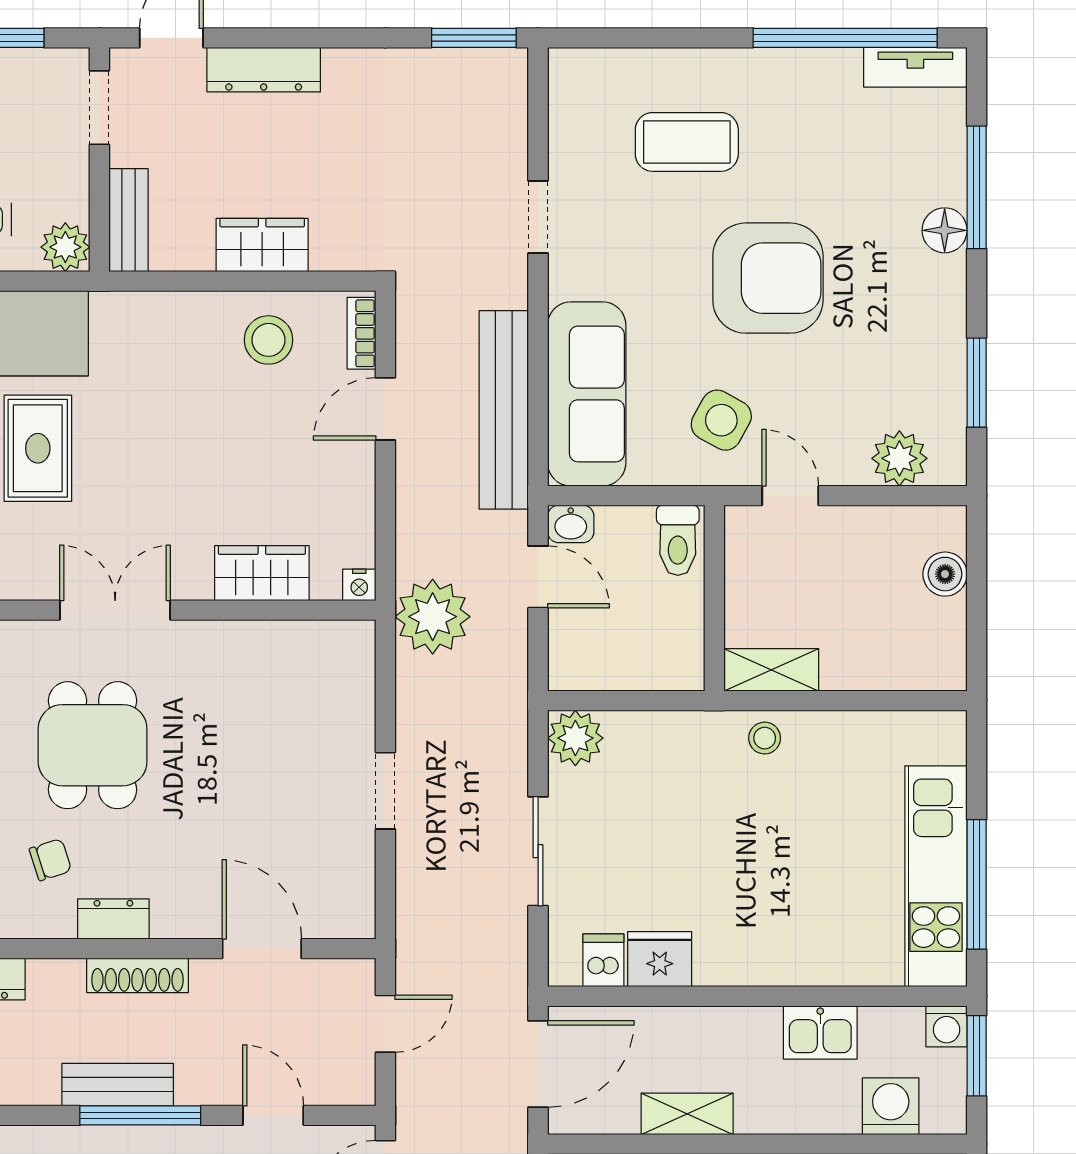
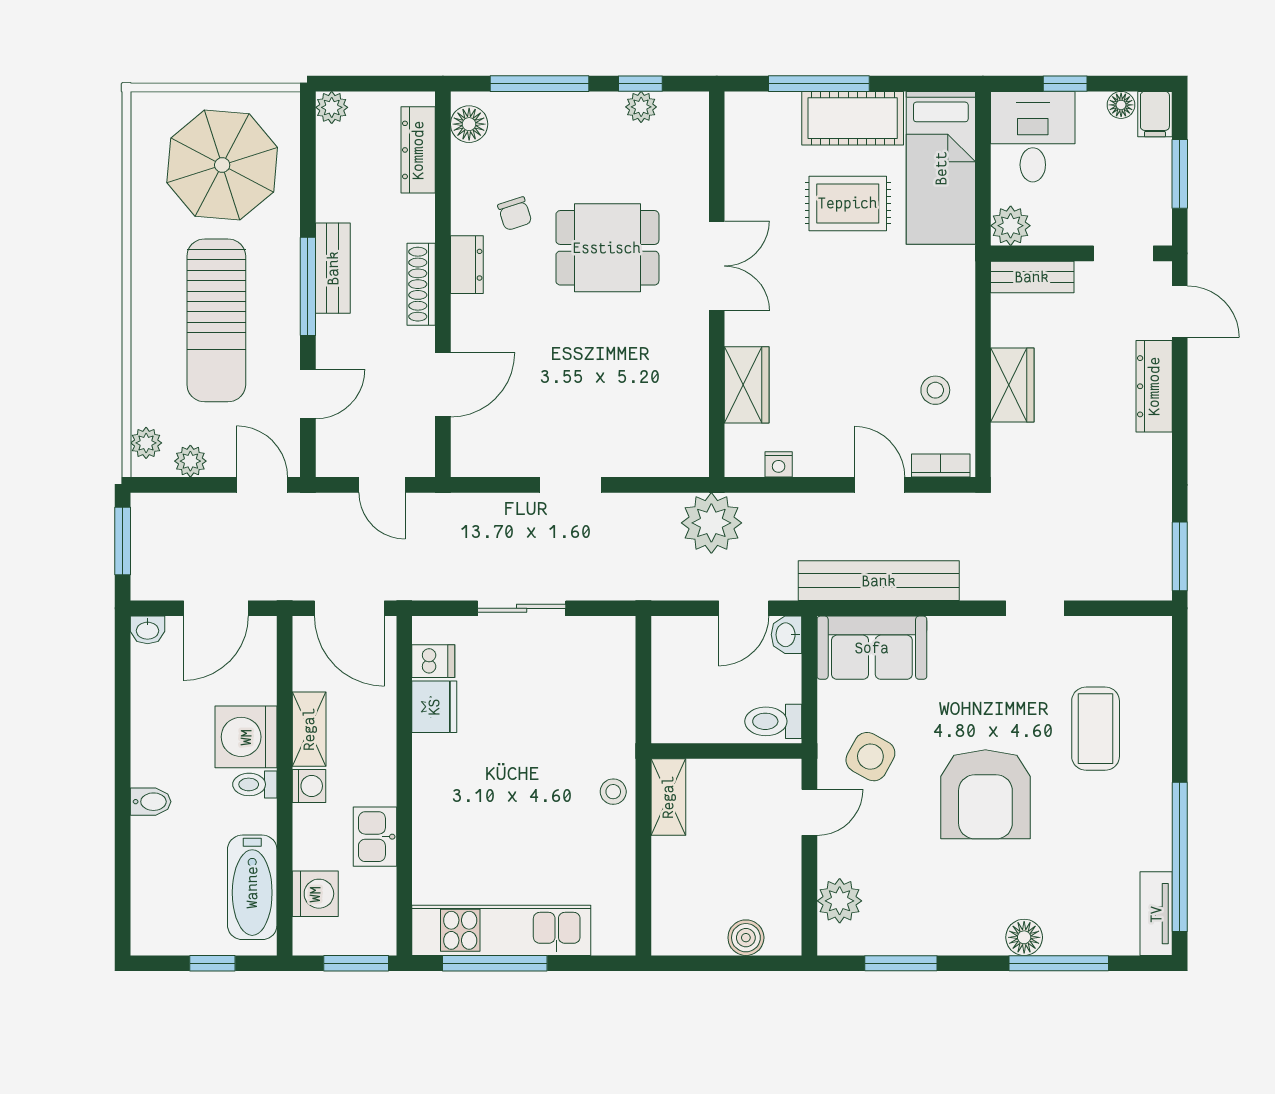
stool: (268, 340) -> (935, 390), width x0.73, depth x0.73
sofa: (587, 394) -> (872, 648), width x0.73
nightstand: (359, 585) -> (779, 464), moved, turned -90
plant: (575, 738) -> (613, 639), removed
washing machine: (947, 1026) -> (309, 786), moved, turned 180

